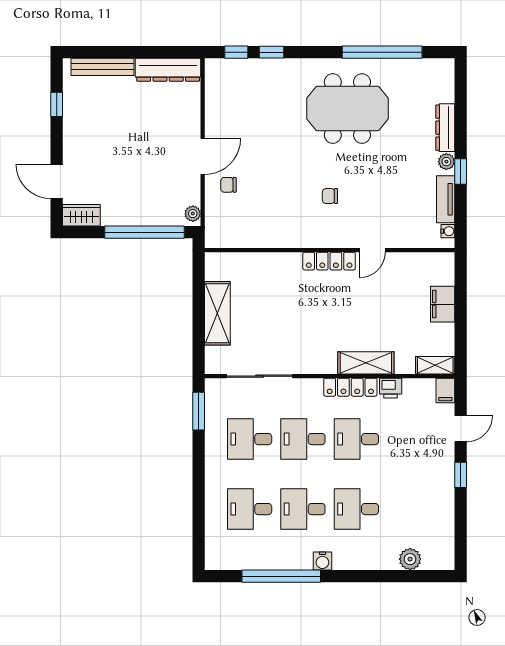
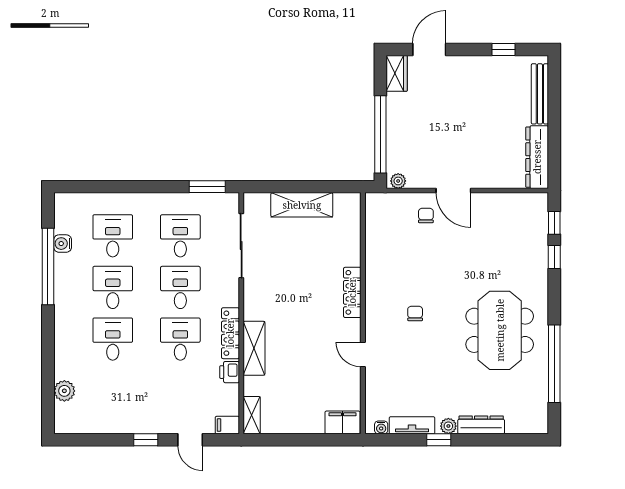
locker: (329, 261) -> (352, 292), moved
filing cabinet: (443, 304) -> (343, 422), moved
water cooler: (322, 561) -> (63, 244), moved

